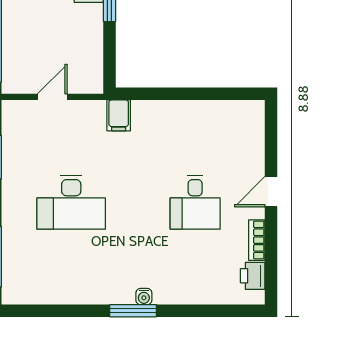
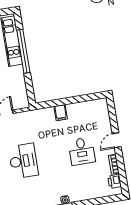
filing cabinet: (119, 115) -> (61, 113), moved
desk: (71, 202) -> (23, 161), turned -90

